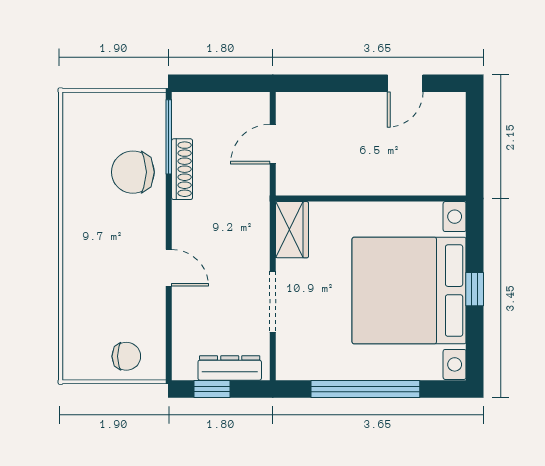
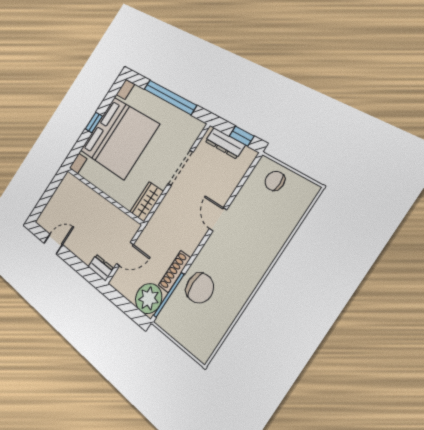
dresser: (297, 104) -> (101, 268), added
plant: (194, 114) -> (149, 298), added

